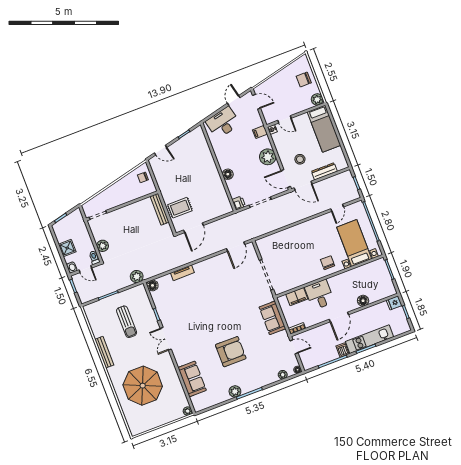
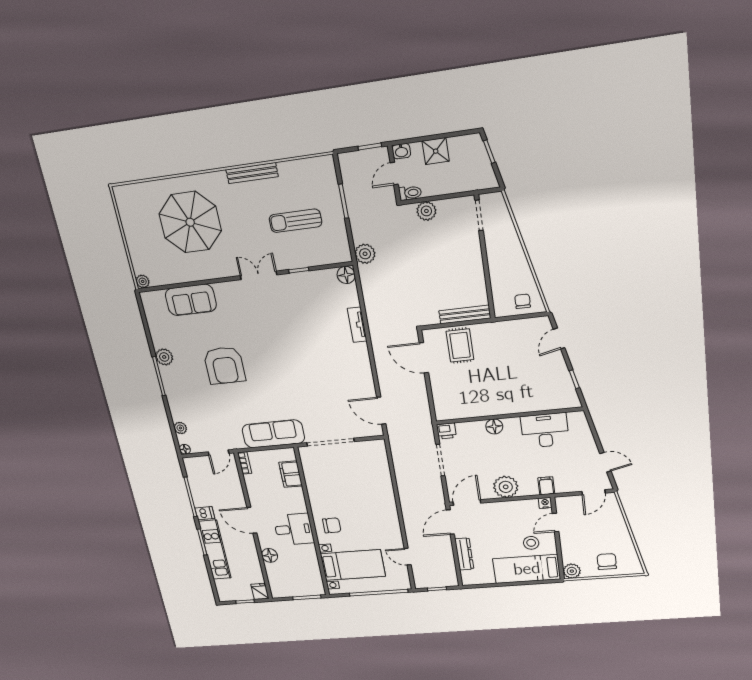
desk: (223, 123) -> (545, 430), moved, turned -77
stool: (300, 159) -> (531, 543), moved
desk: (320, 295) -> (294, 529), moved
sofa: (272, 318) -> (273, 434), width x1.36

